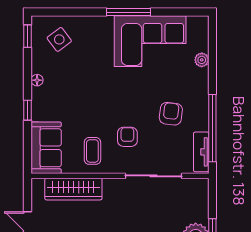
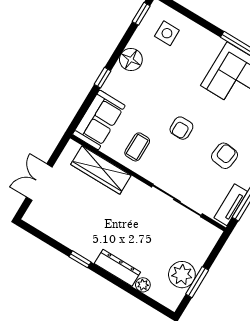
side table: (59, 39) -> (167, 33), turned 37
floor lamp: (37, 80) -> (131, 59), width x1.89, depth x1.89
armchair: (127, 137) -> (181, 128), moved, turned 180

